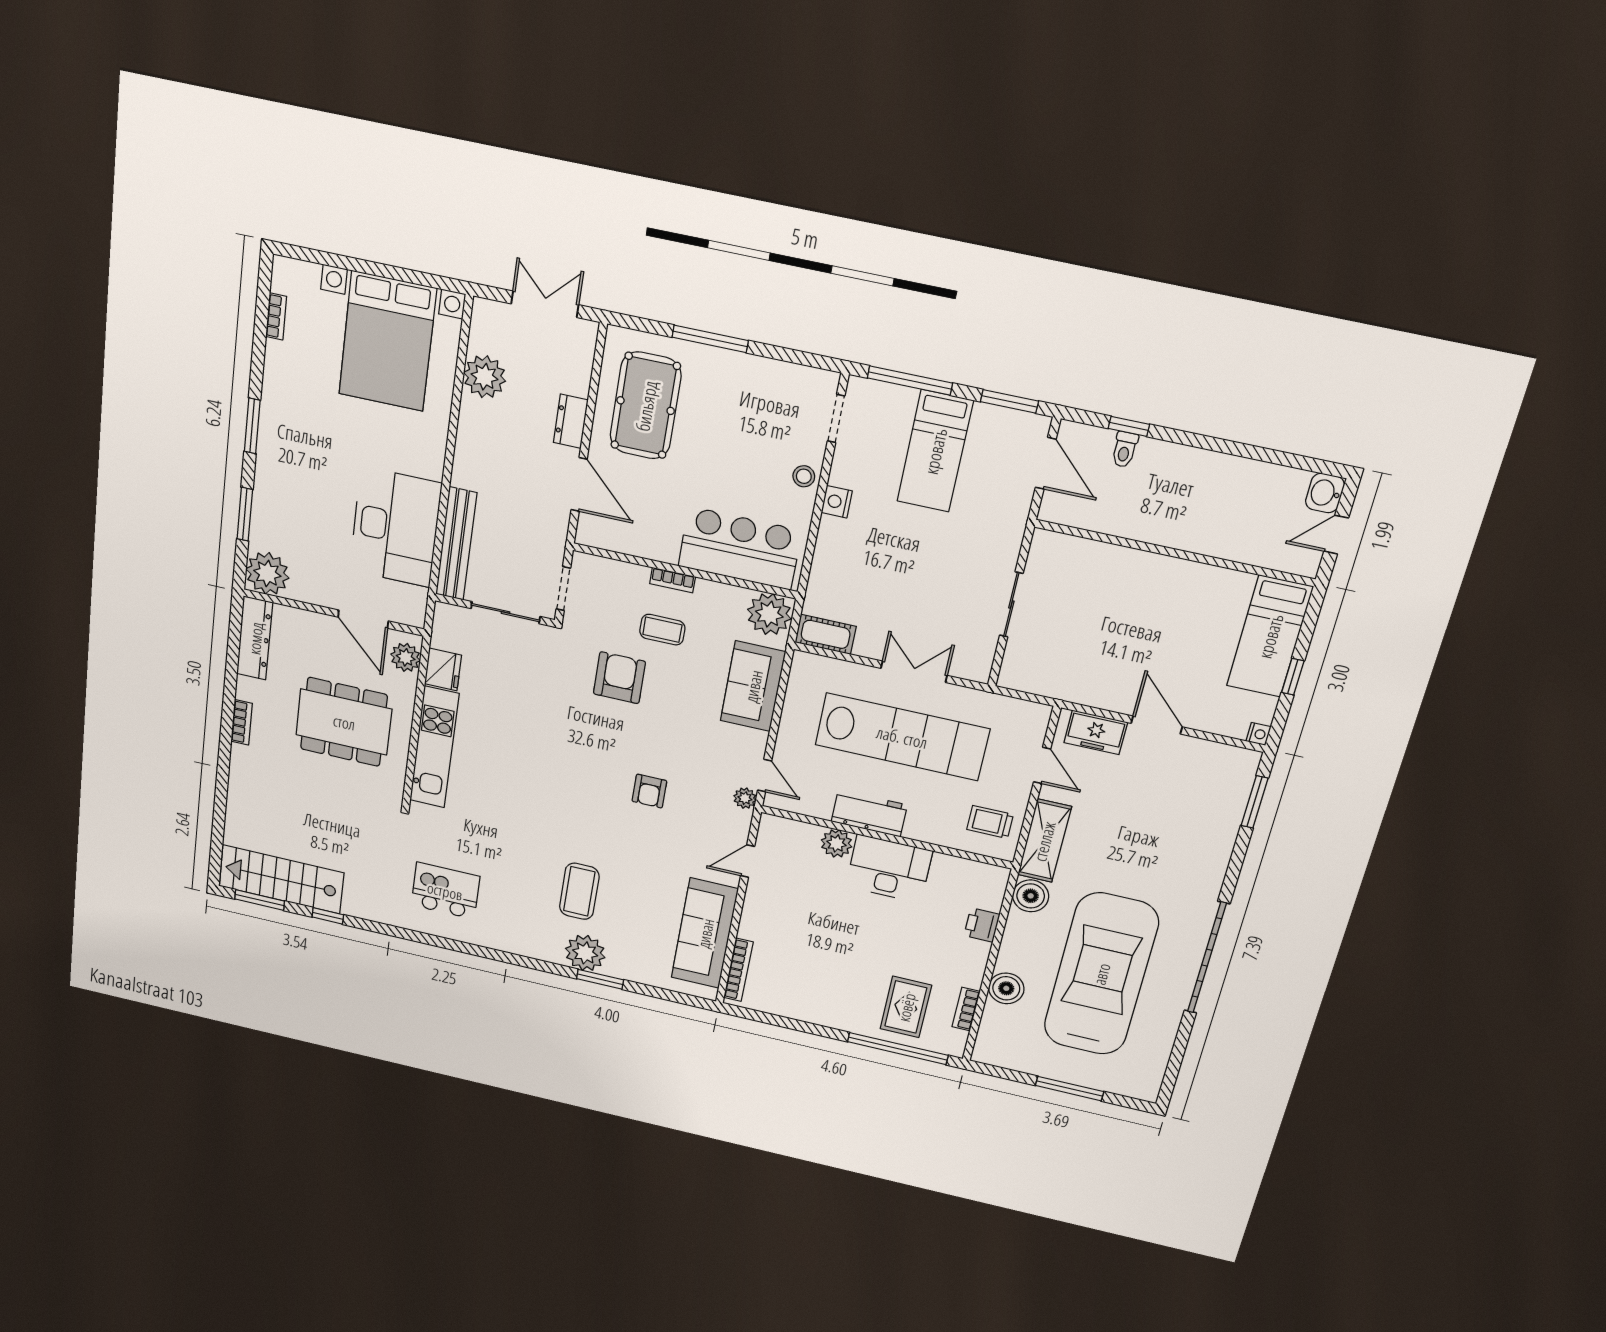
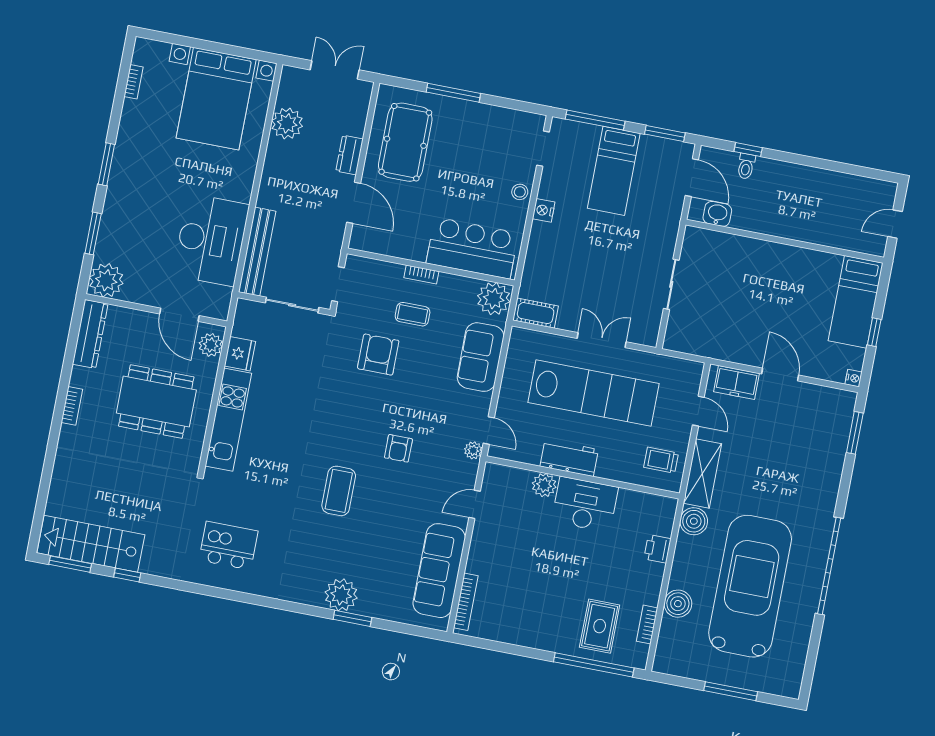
washbasin: (1325, 493) -> (717, 214), moved, turned 90
coffee table: (579, 891) -> (339, 491), moved

